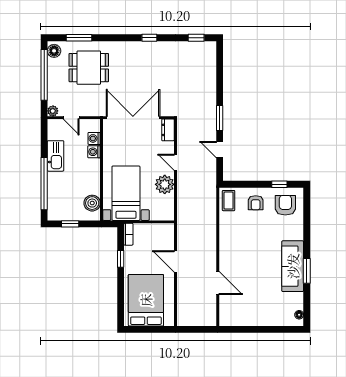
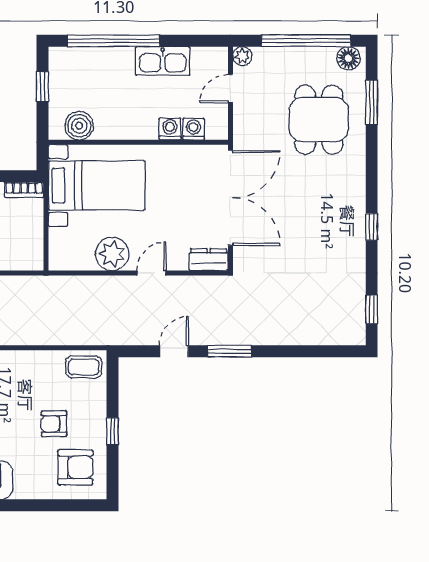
window: (279, 184) -> (113, 431), moved
armchair: (256, 203) -> (54, 424), moved

